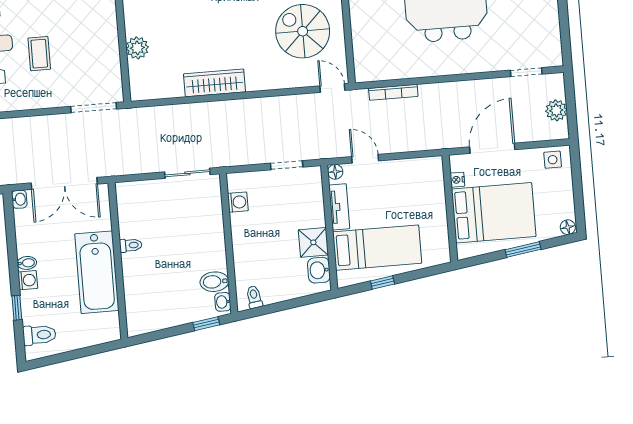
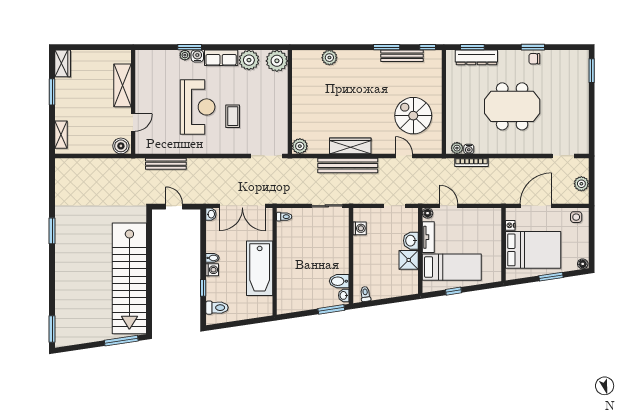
plant: (137, 48) -> (300, 146), moved
plant: (370, 73) -> (457, 148), added
water cooler: (388, 73) -> (469, 149), added
door: (332, 88) -> (404, 156), moved
bench: (213, 112) -> (348, 166), added
toilet: (131, 245) -> (284, 217), moved
washbasin: (319, 270) -> (411, 241), moved
window: (206, 324) -> (331, 309), width x1.50

